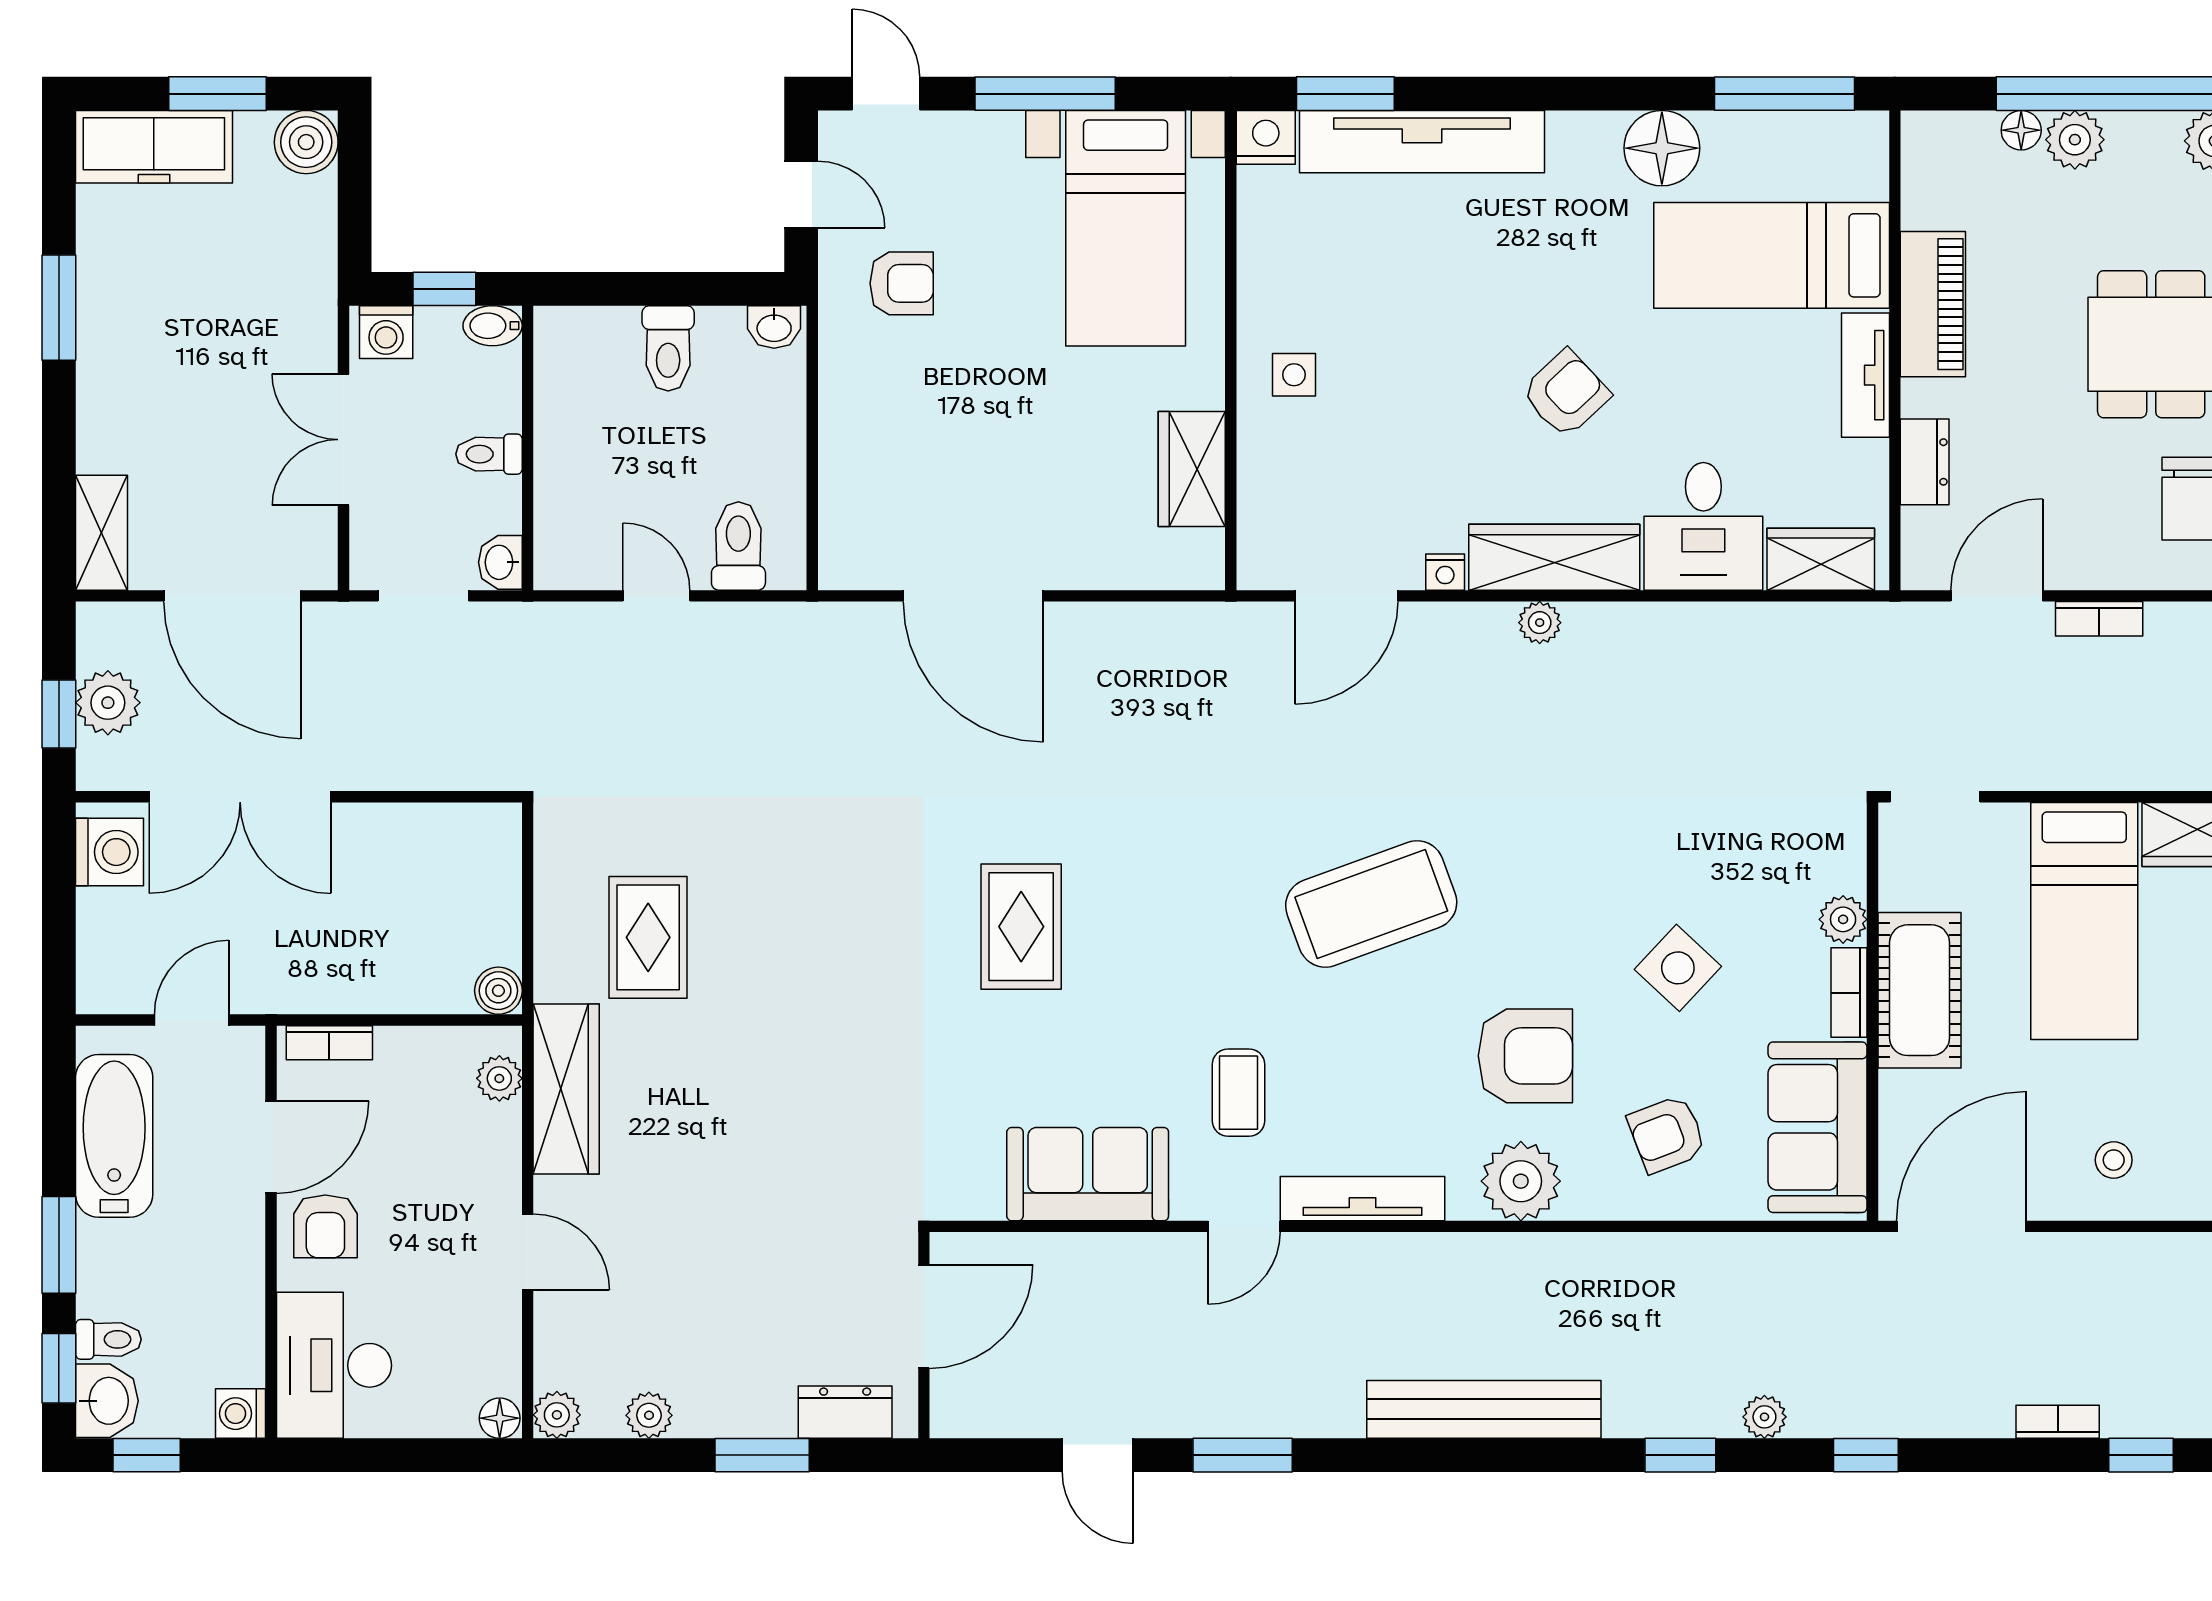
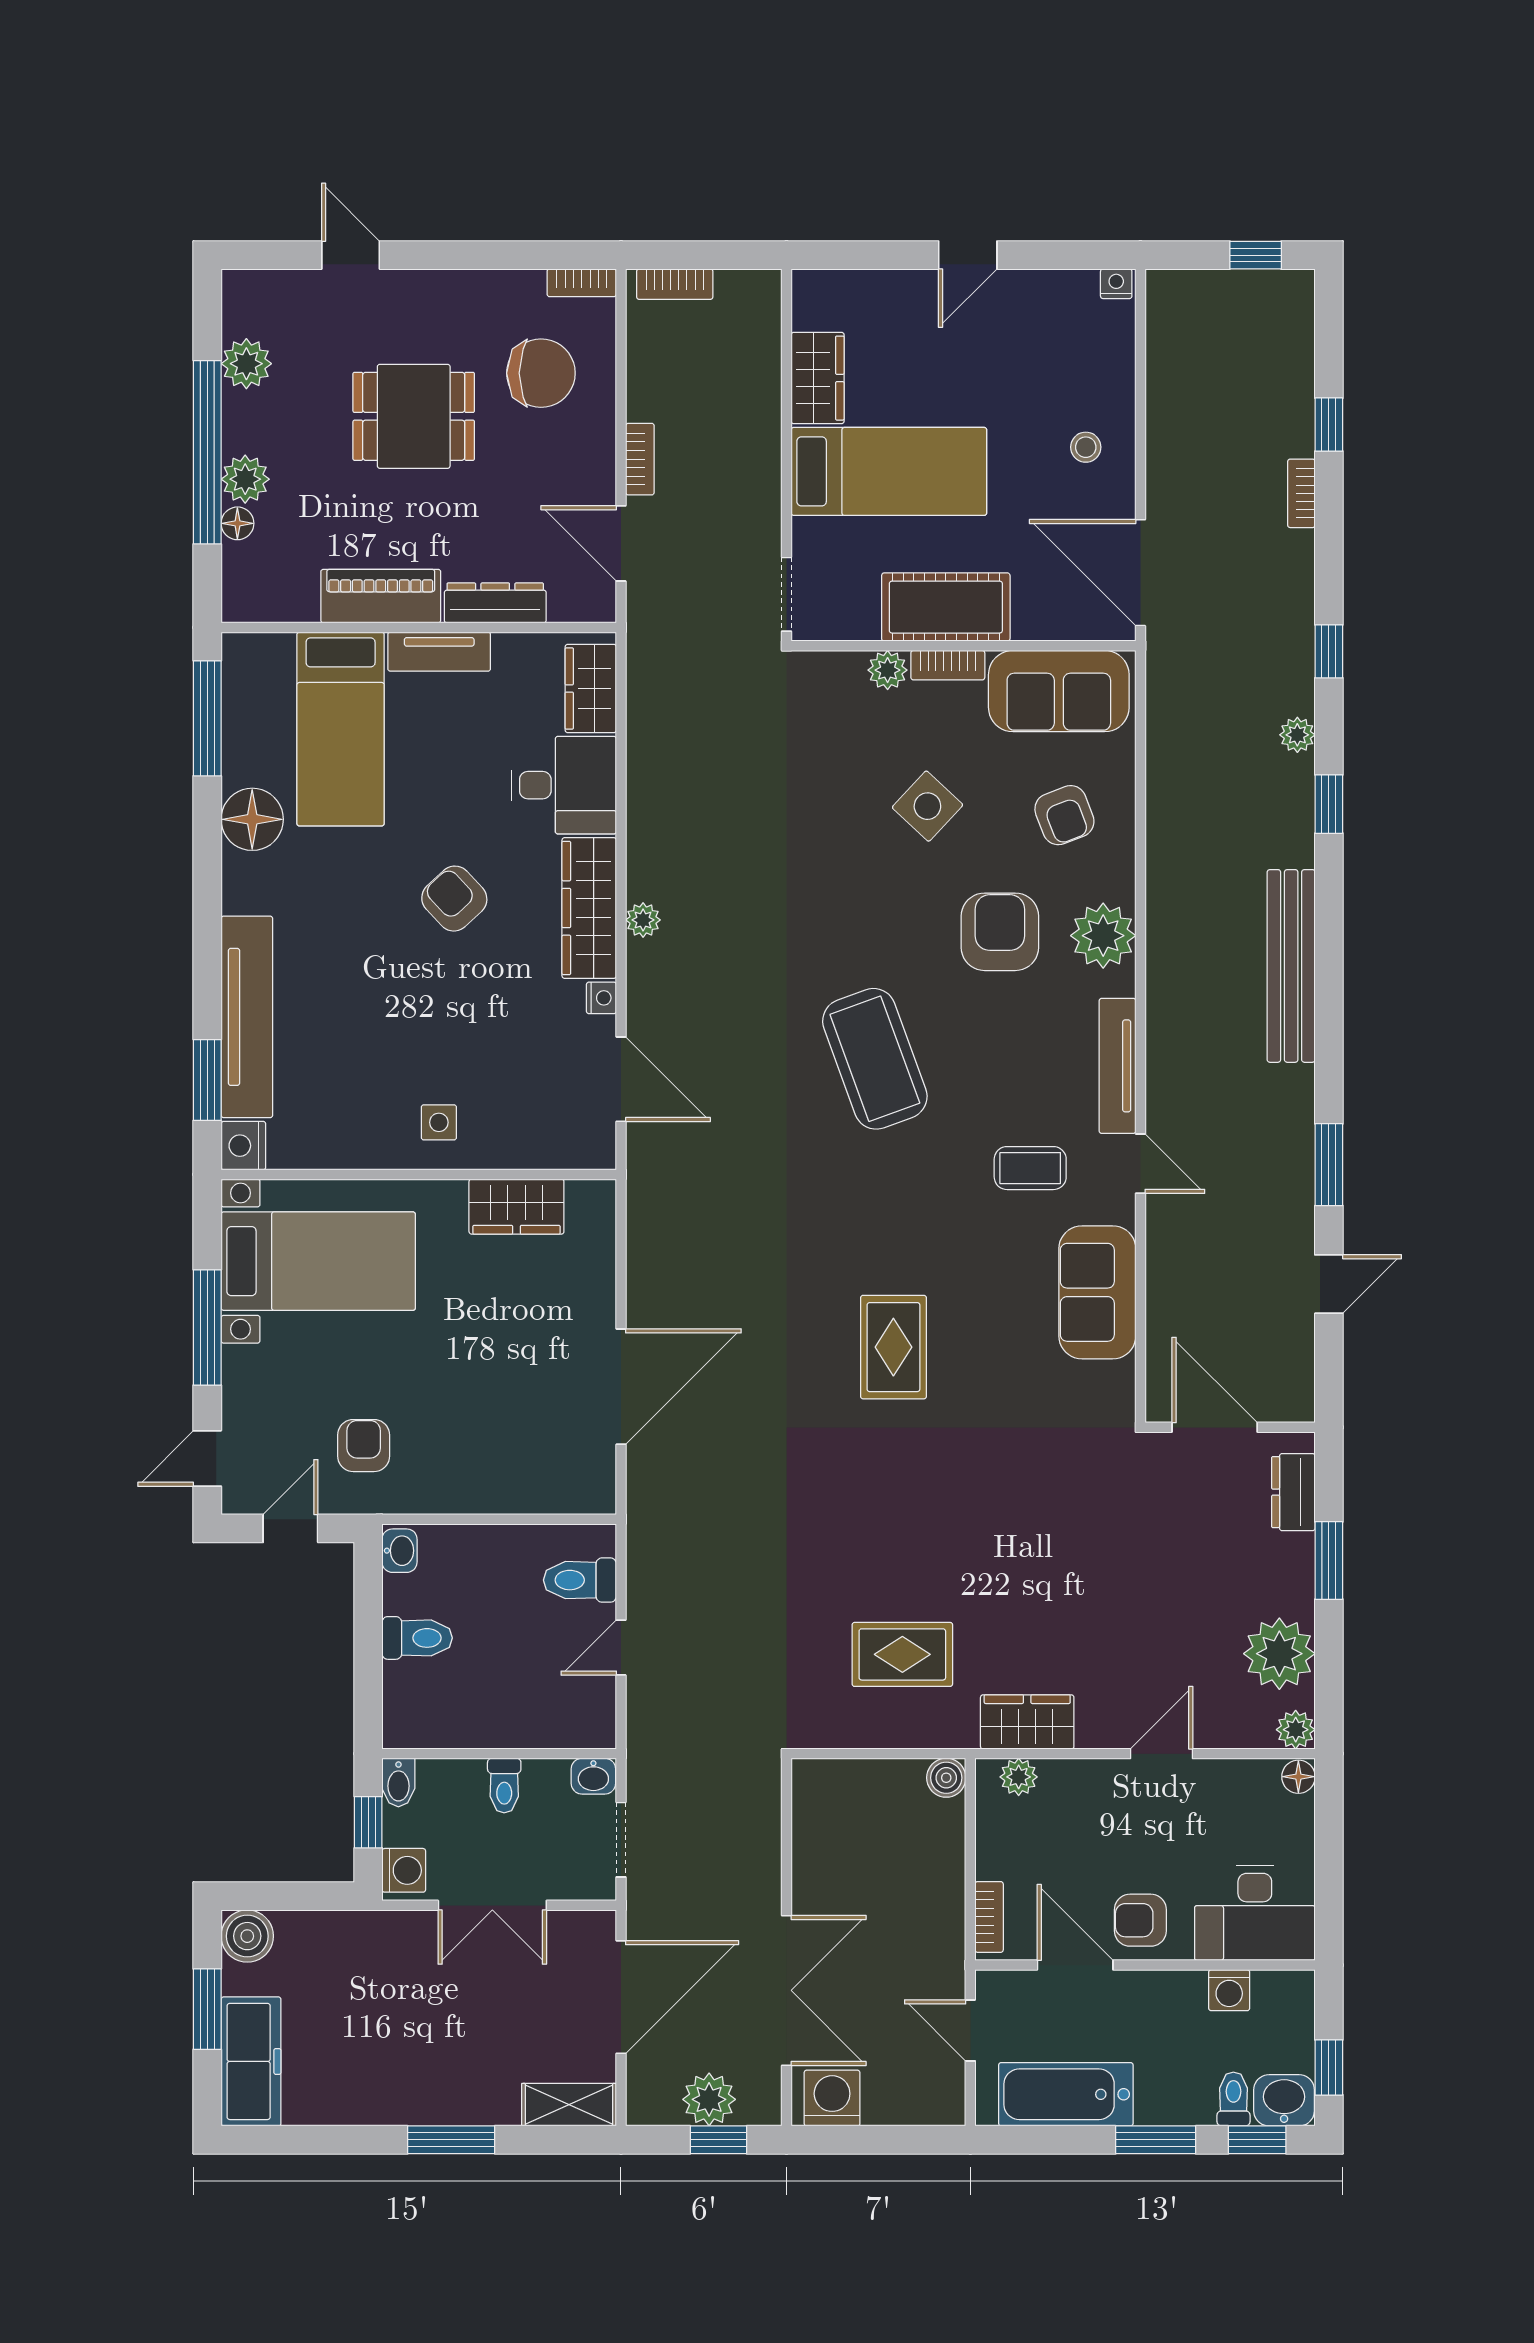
window: (59, 308) -> (451, 2140), moved
dresser: (1925, 462) -> (495, 603), width x1.44
rug: (1021, 927) -> (893, 1347), turned 90
wardrobe: (566, 1089) -> (1027, 1722), width x0.67
armchair: (325, 1226) -> (1140, 1920), turned 180
washing machine: (240, 1414) -> (1229, 1990), moved
plant: (649, 1415) -> (1279, 1654), width x1.87, depth x1.87

